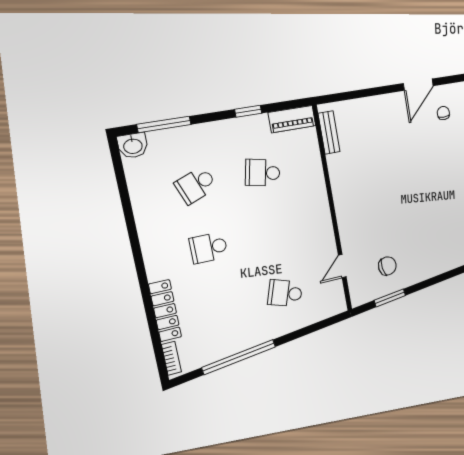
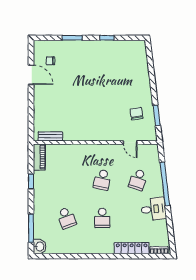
school desk: (263, 173) -> (102, 180), moved
desk: (241, 331) -> (153, 209), added
window: (239, 357) -> (165, 184), moved

